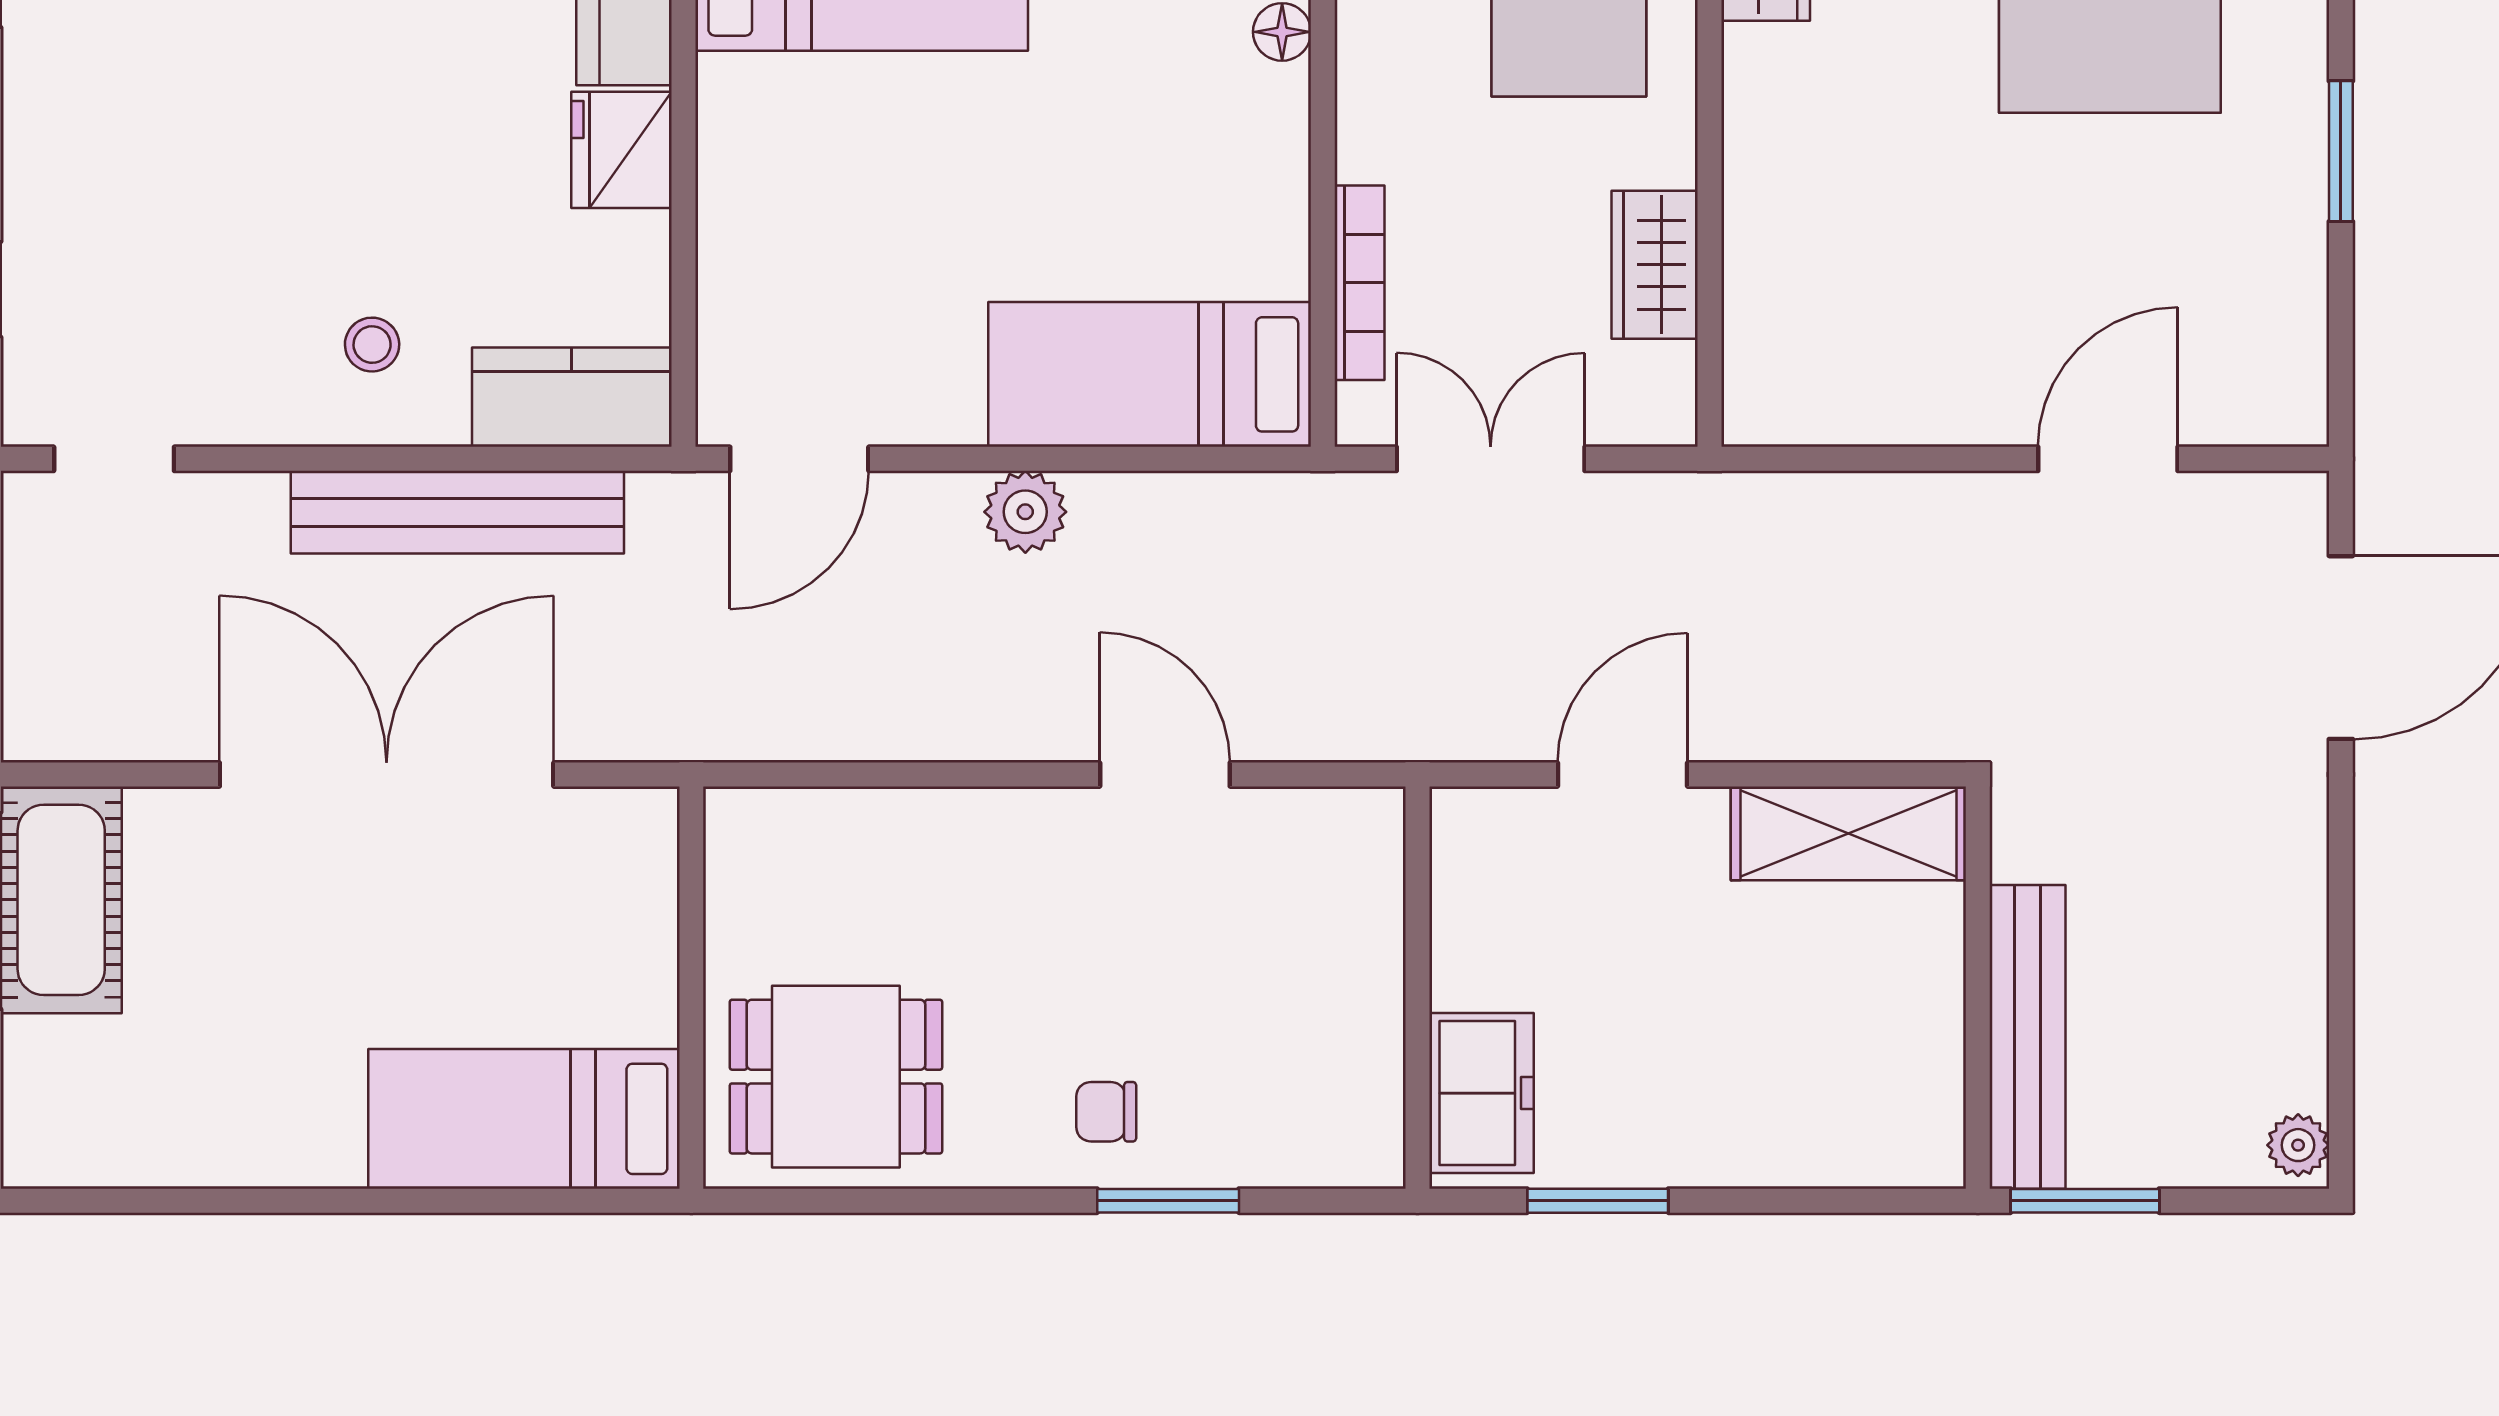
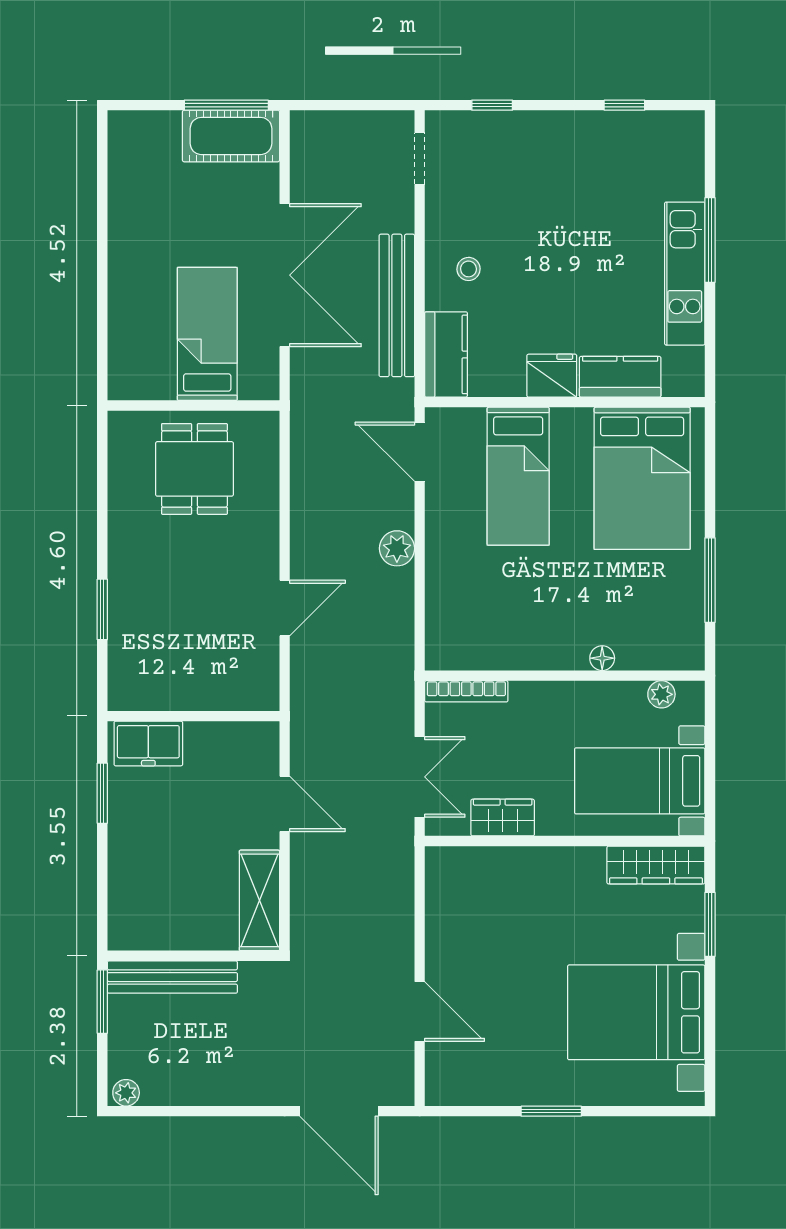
bookcase: (1360, 283) -> (466, 691), moved
bed: (1150, 374) -> (518, 476), moved, turned 180
double door: (1491, 459) -> (420, 777), moved
dining table: (836, 1077) -> (194, 469), moved
chair: (1106, 1112) -> (140, 583), removed
bed: (524, 1119) -> (207, 334), moved

